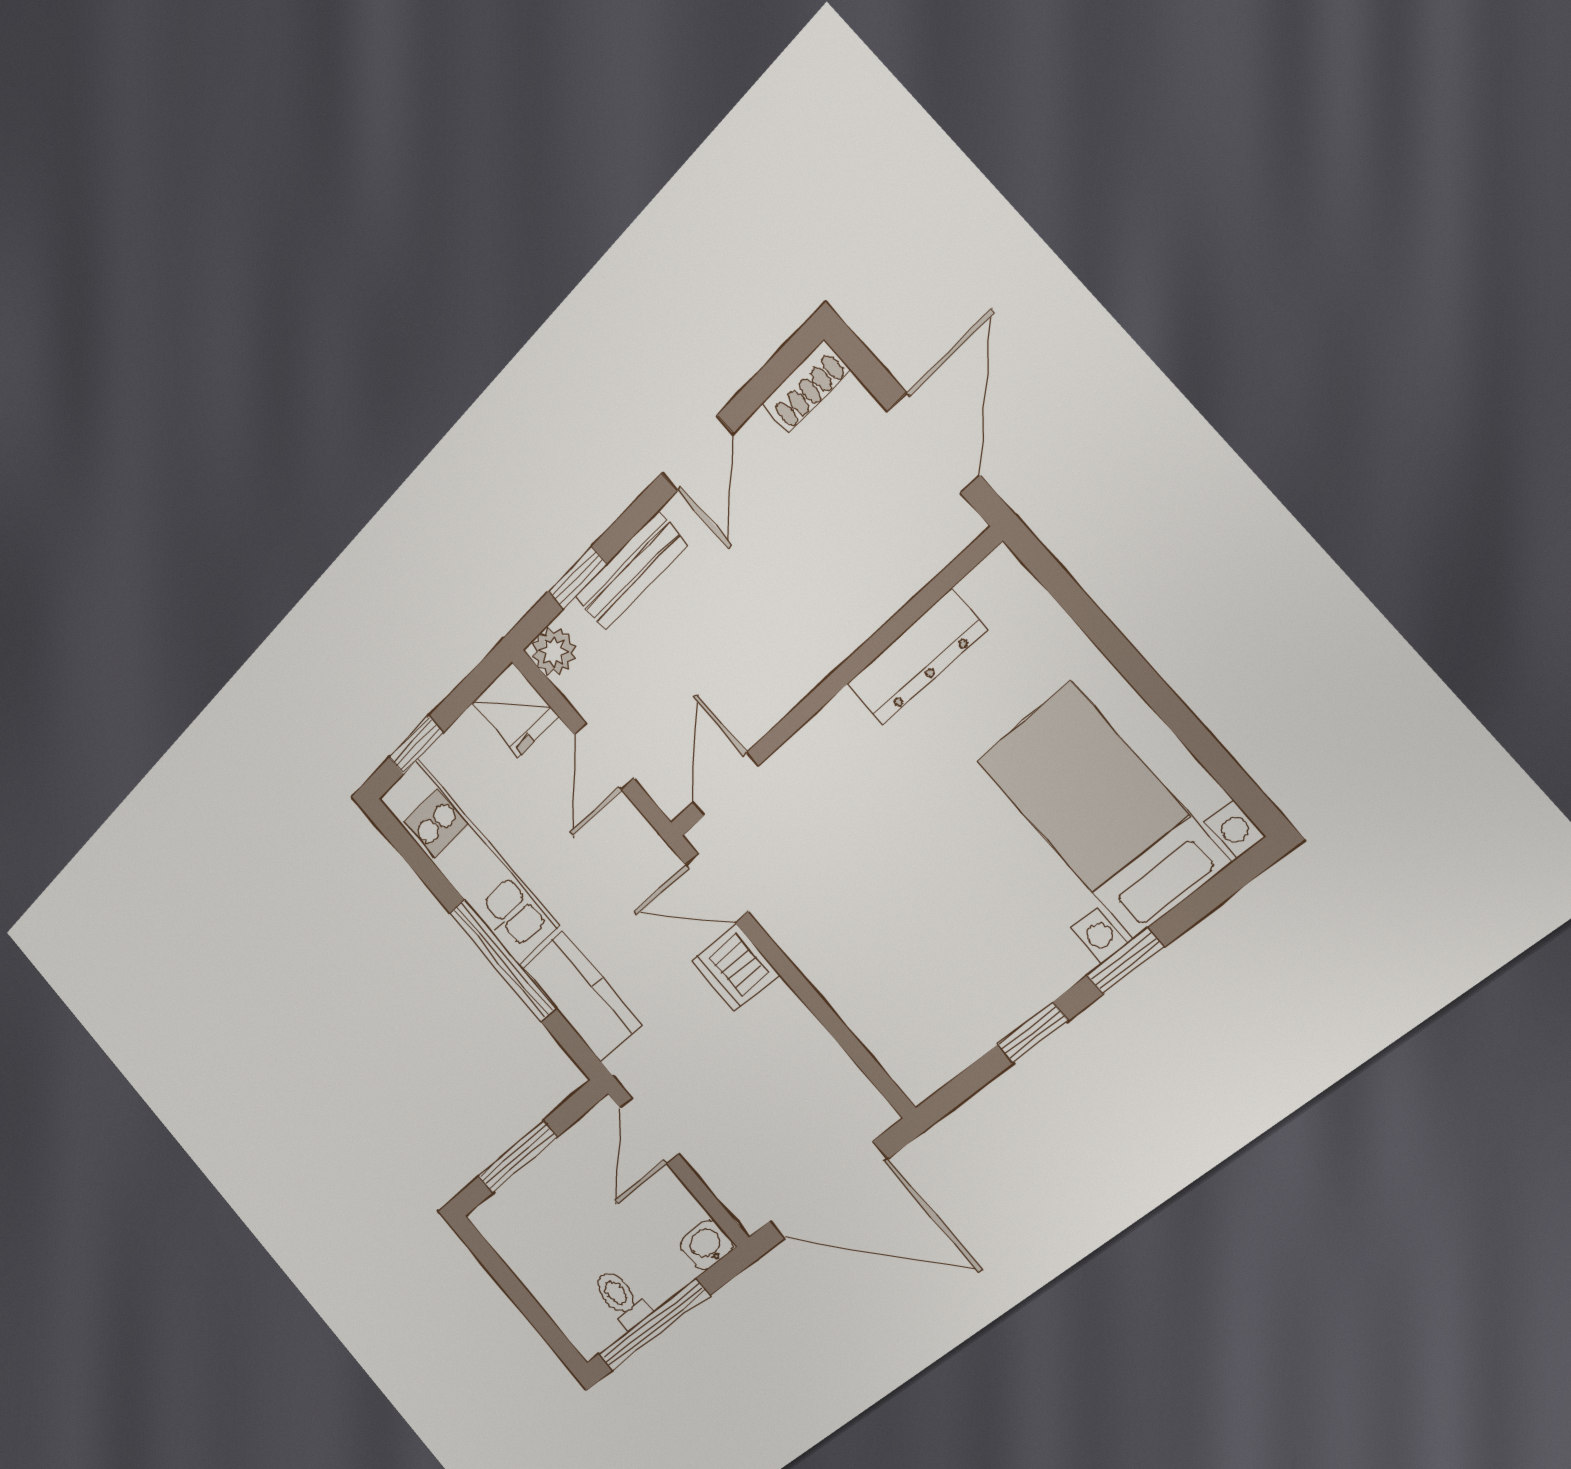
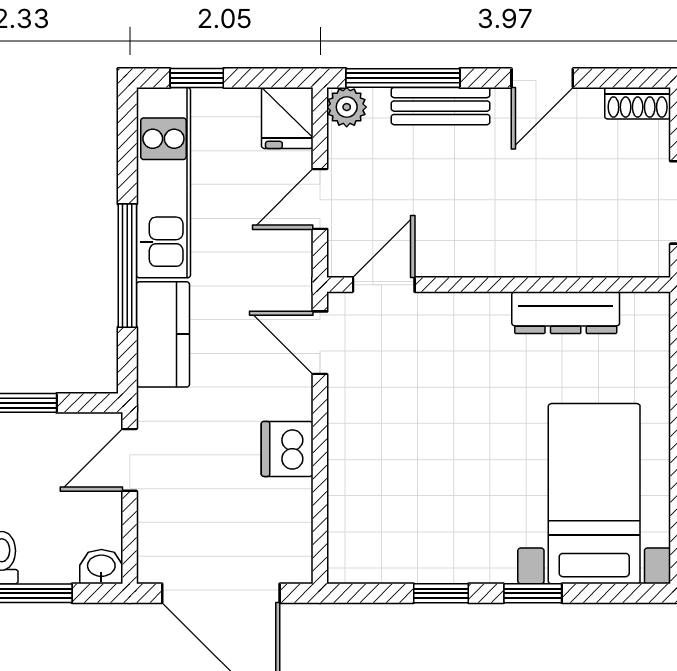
window: (577, 578) -> (403, 78), width x2.17
dishwasher: (735, 968) -> (287, 449), moved

